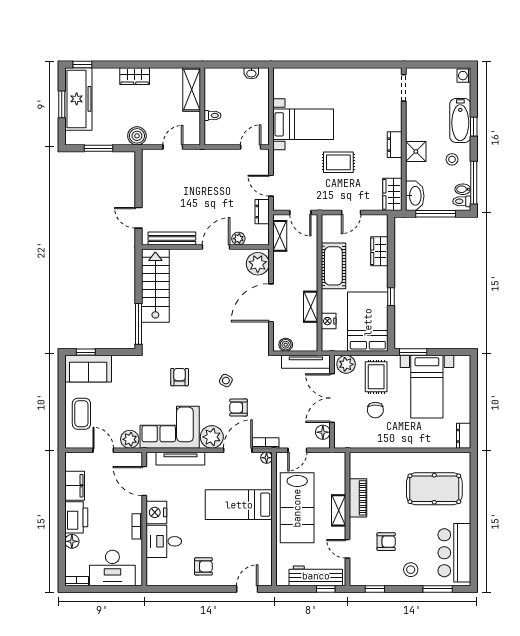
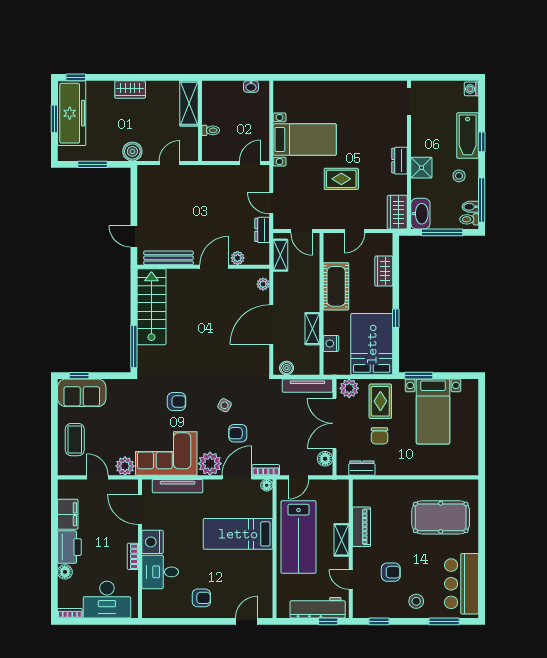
plant: (258, 264) -> (263, 284), width x0.53, depth x0.53
armchair: (180, 377) -> (176, 402), turned 90
dresser: (464, 436) -> (362, 468), moved, turned 90

